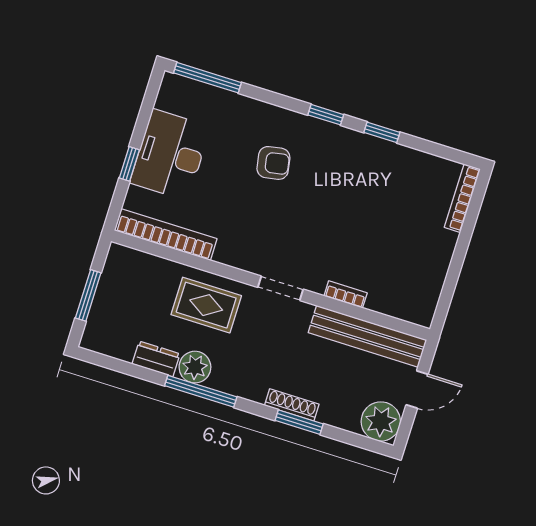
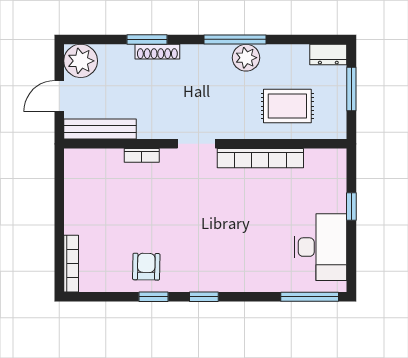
desk: (170, 155) -> (320, 247), moved
armchair: (273, 163) -> (146, 267), moved, turned 101
bookcase: (166, 235) -> (260, 158), moved
rug: (206, 305) -> (287, 106), moved
bench: (367, 336) -> (100, 129), width x0.73, depth x0.82
dresser: (156, 359) -> (328, 54), moved

